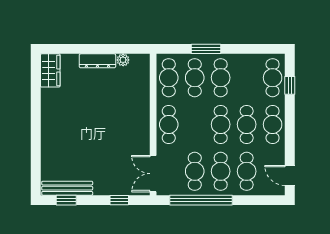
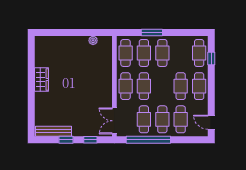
dresser: (97, 61) -> (75, 41), removed
wardrobe: (50, 70) -> (42, 80), moved
cafe table: (221, 124) -> (144, 86), moved
window: (66, 200) -> (66, 140), moved

